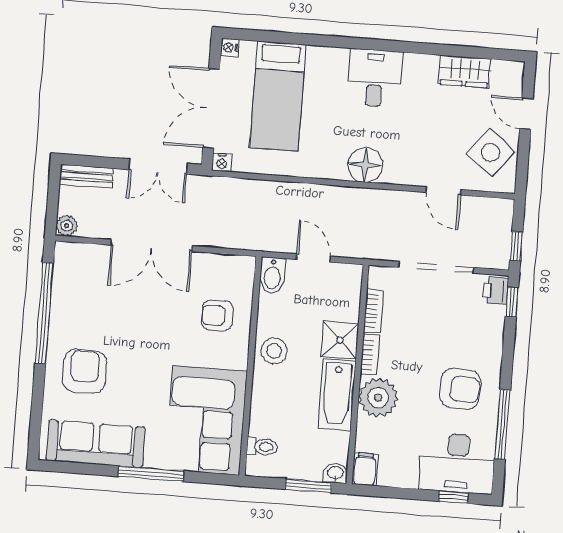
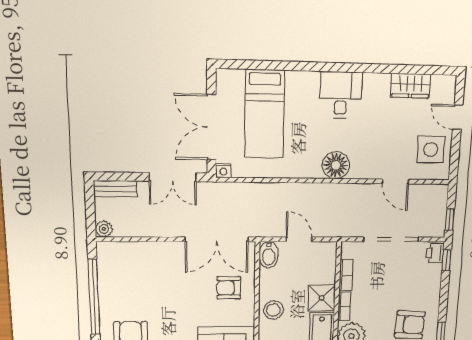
nightstand: (230, 48) -> (223, 76), removed
side table: (491, 153) -> (431, 149), turned -38
double door: (152, 245) -> (217, 239), moved

